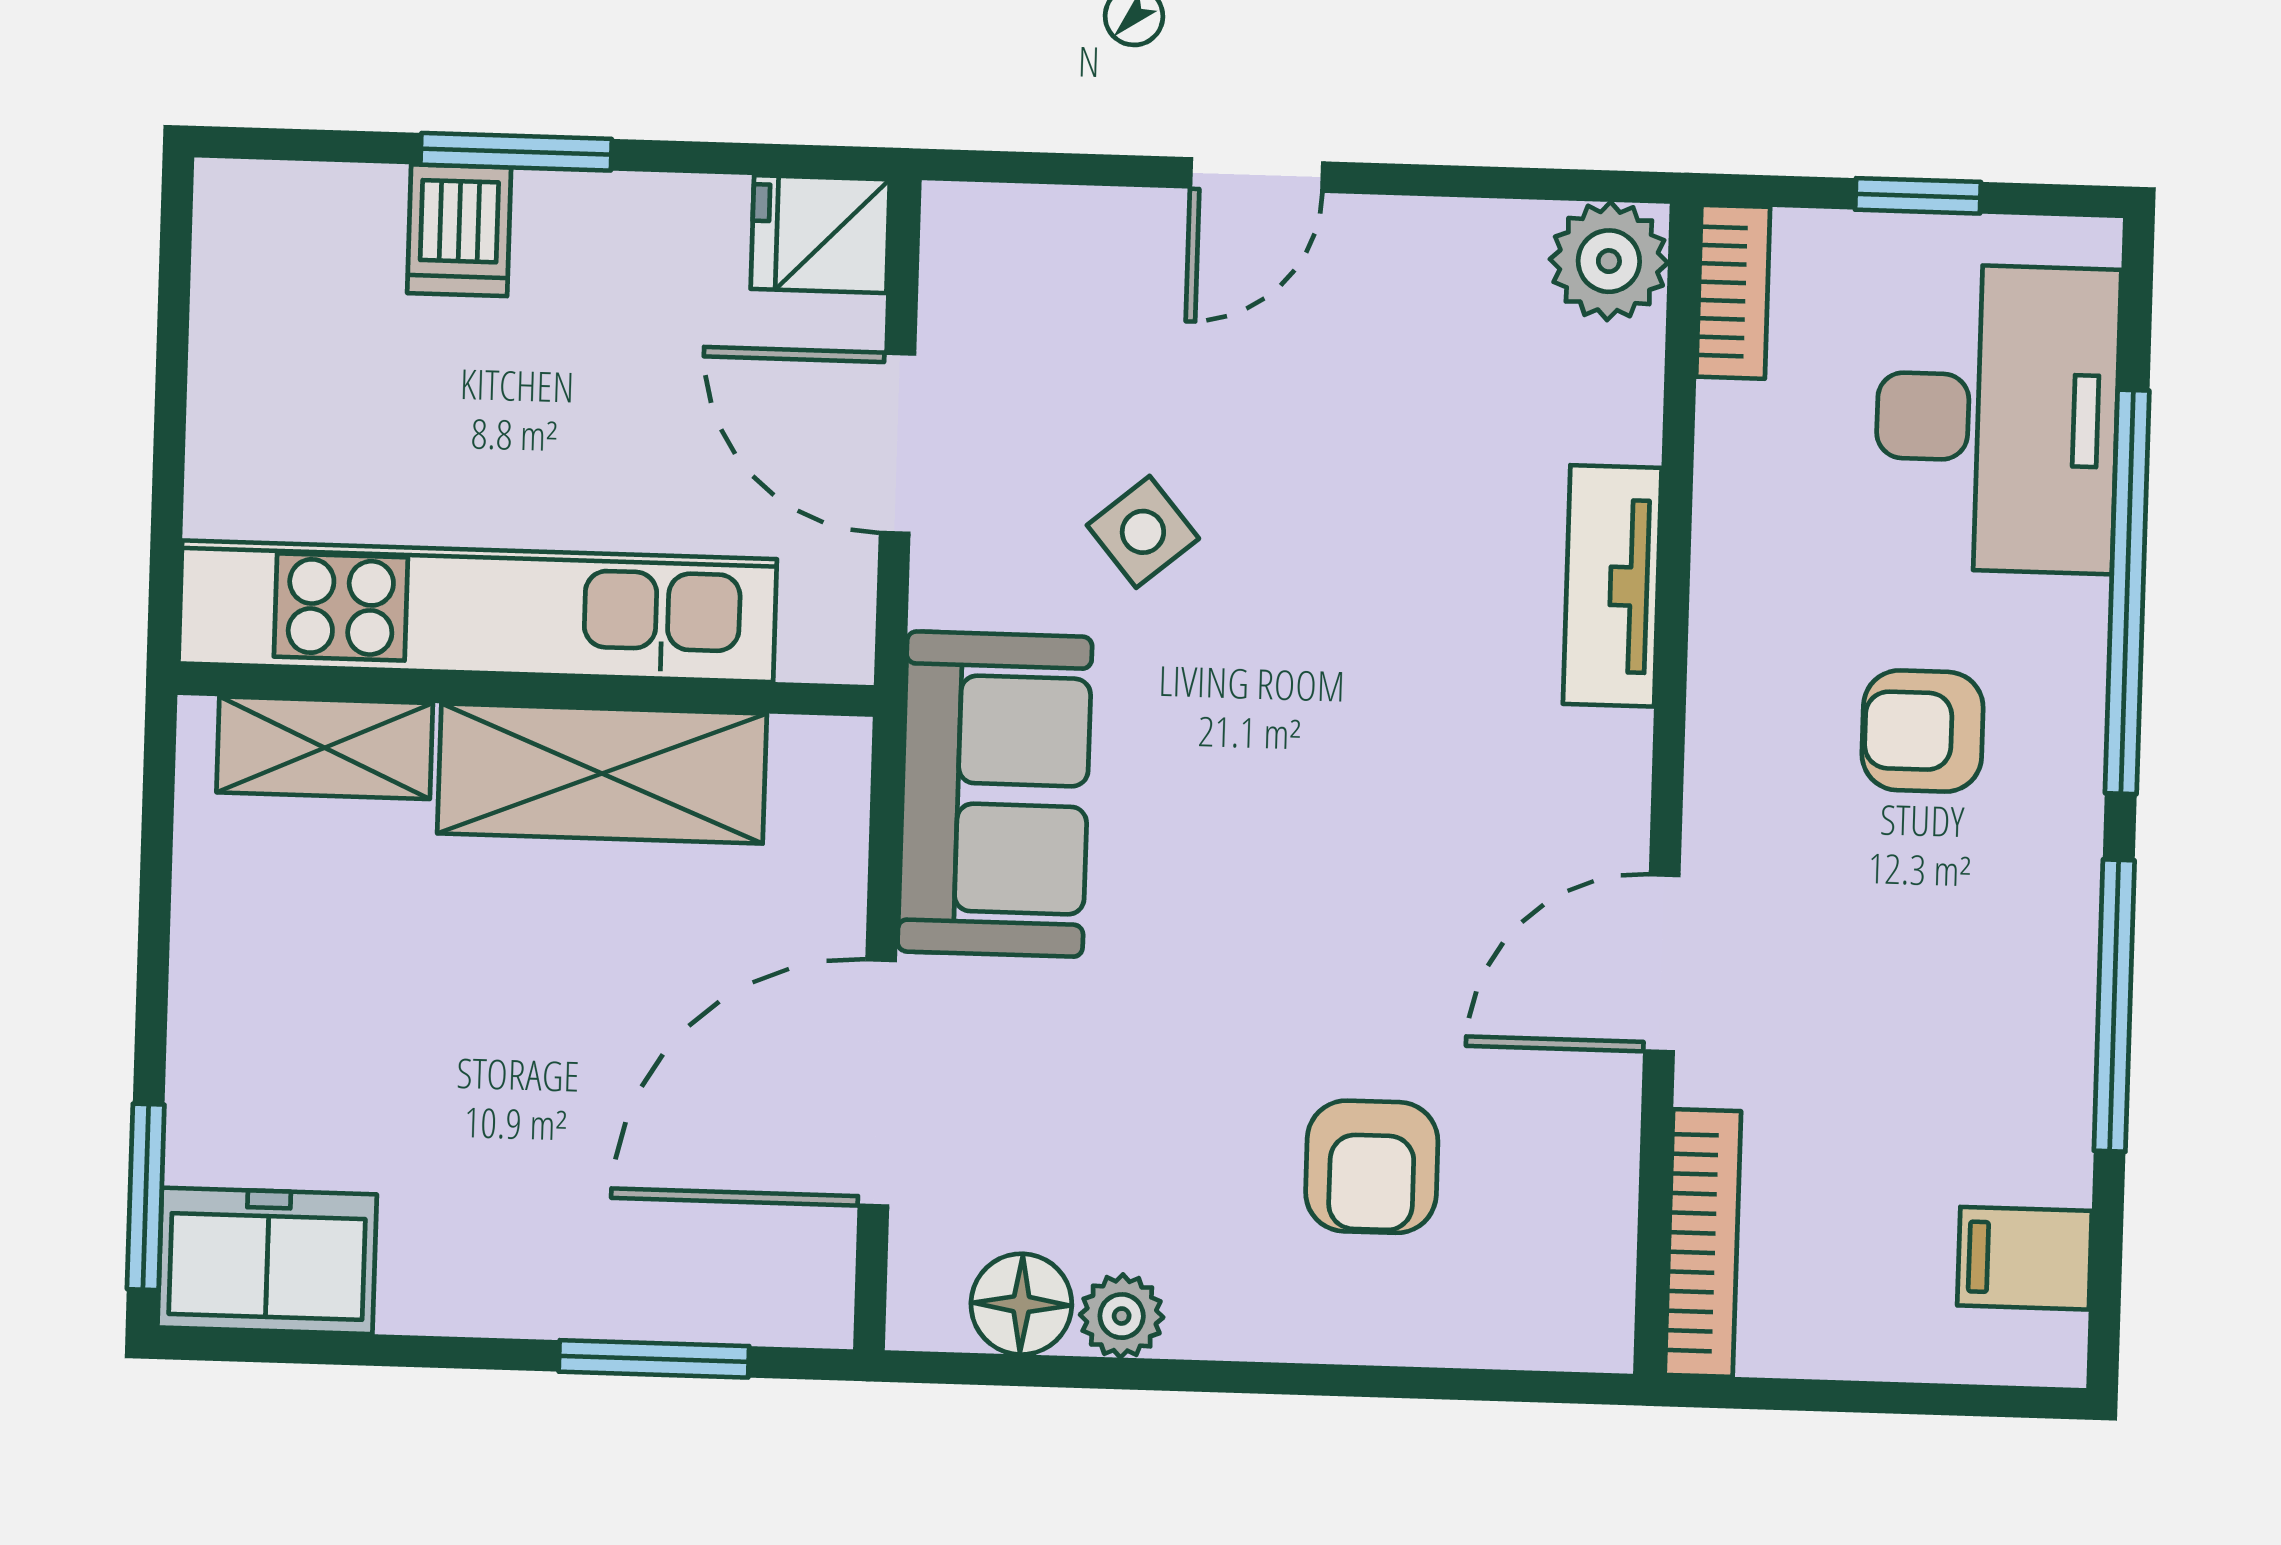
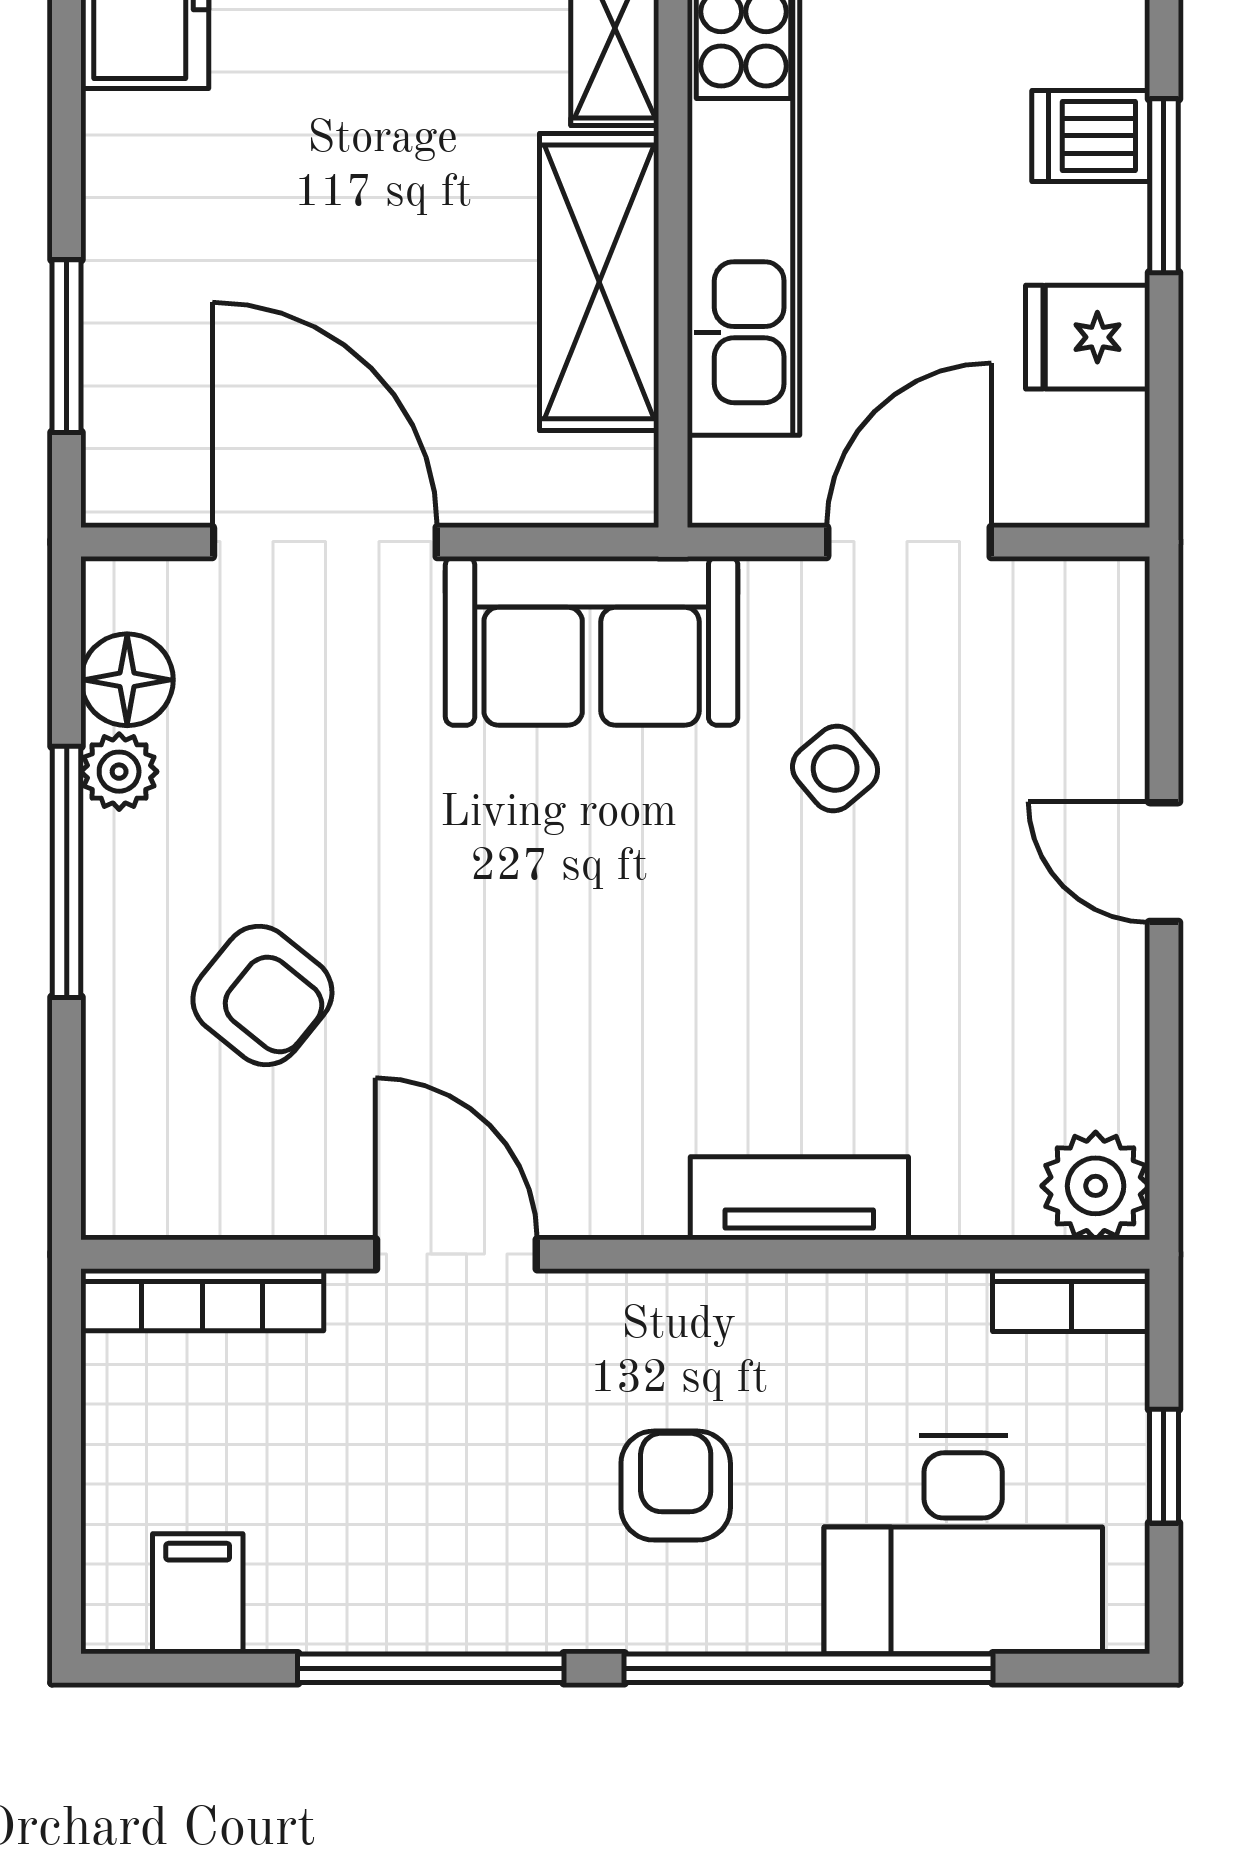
fridge: (820, 234) -> (1088, 337), moved, turned -90
armchair: (1372, 1167) -> (262, 995), turned -141
window: (1230, 1377) -> (67, 872), added

